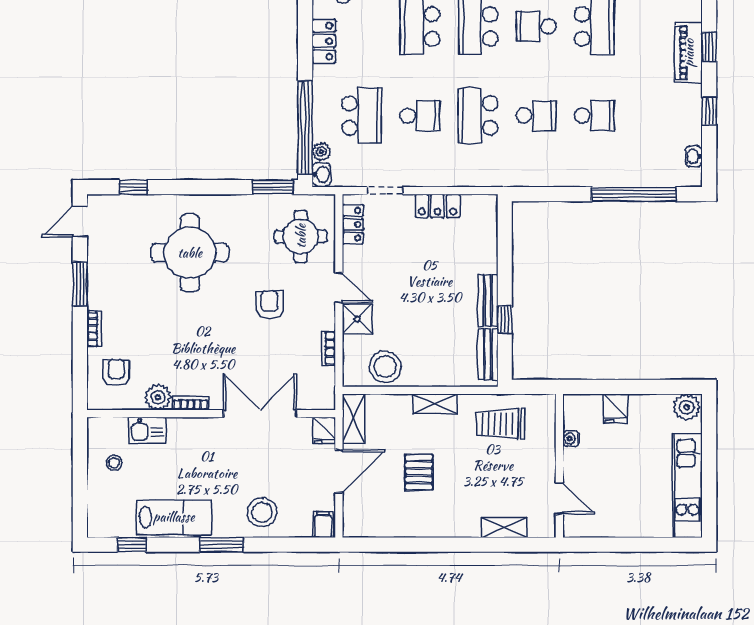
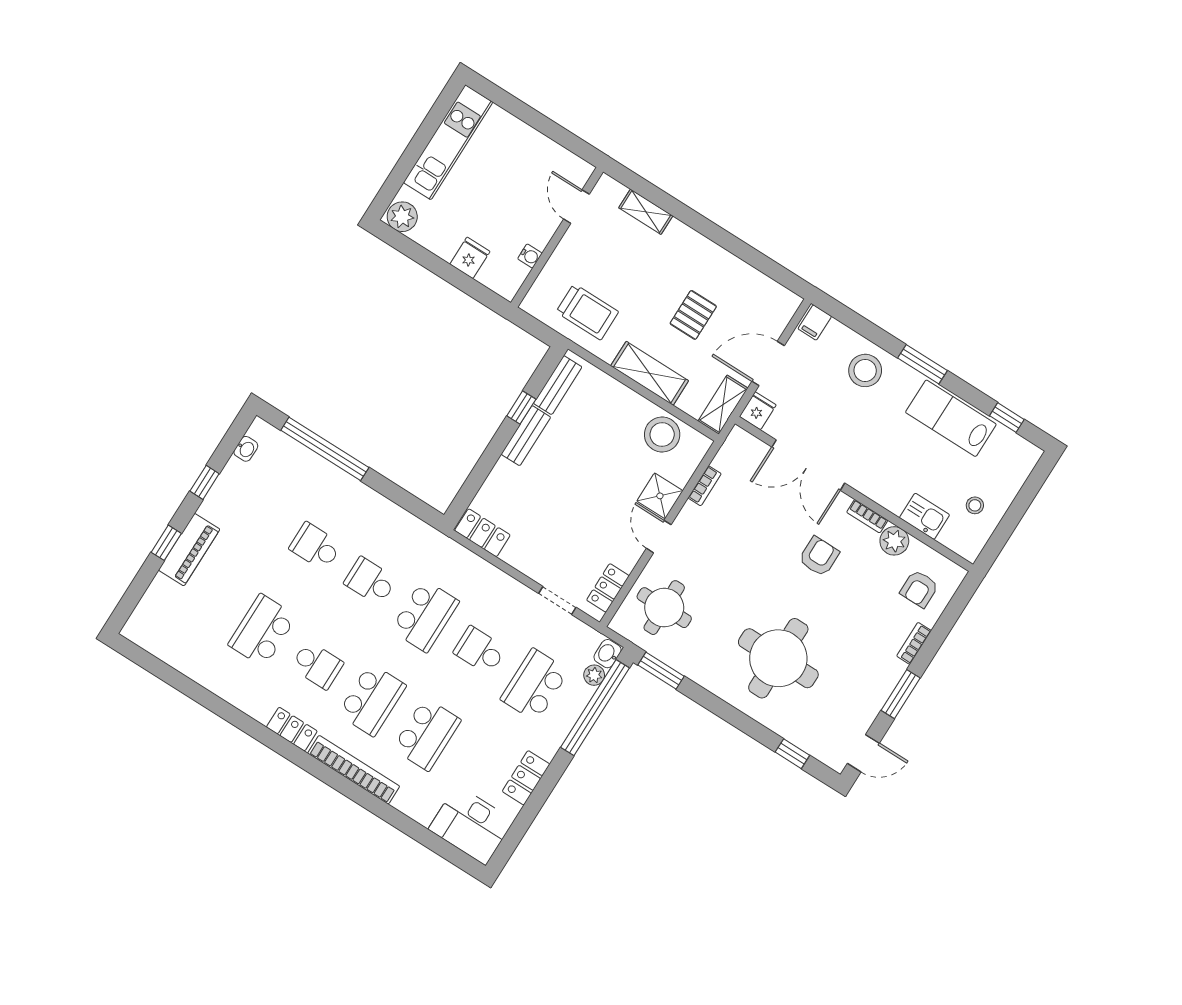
locker: (437, 206) -> (482, 533), moved
armchair: (270, 305) -> (819, 556), moved, turned 180
shelving: (435, 404) -> (650, 373), width x1.50, depth x1.33

